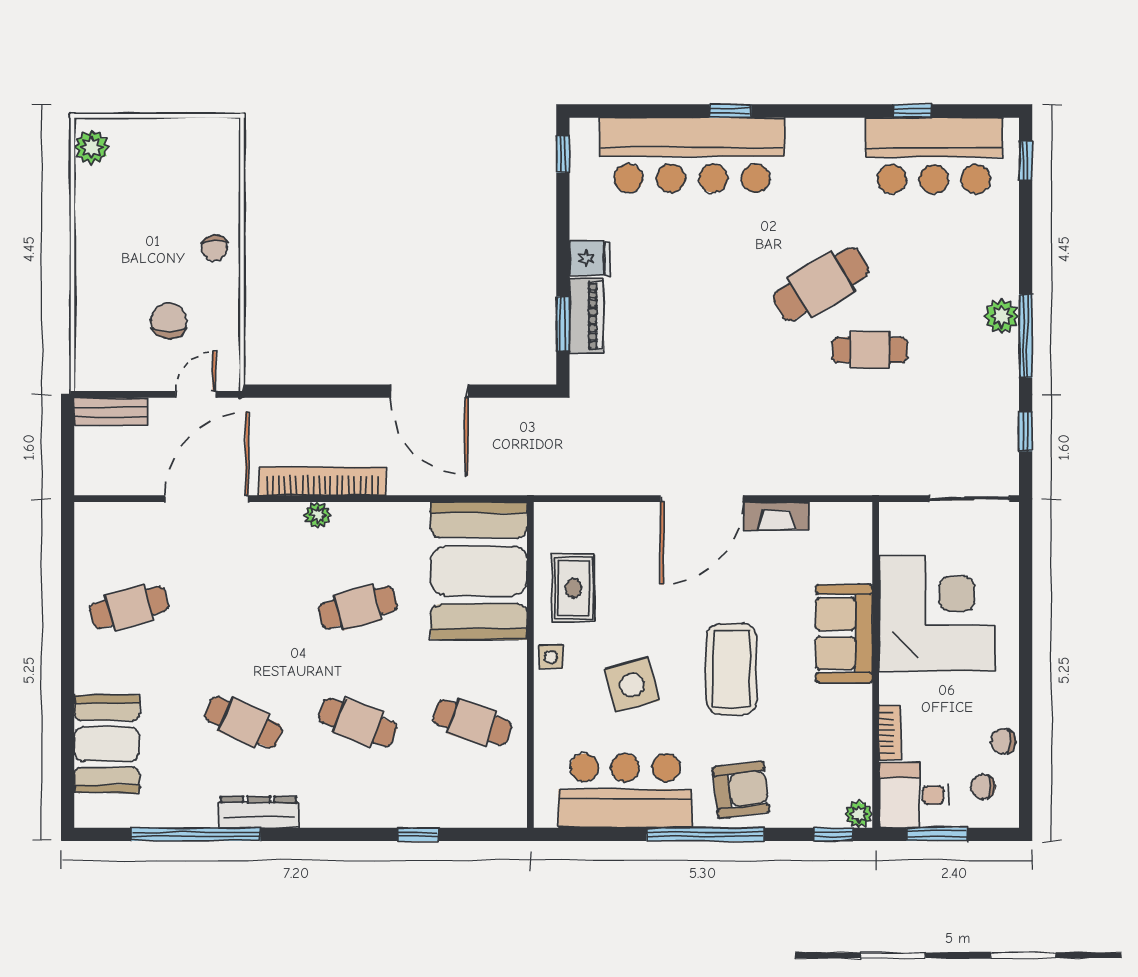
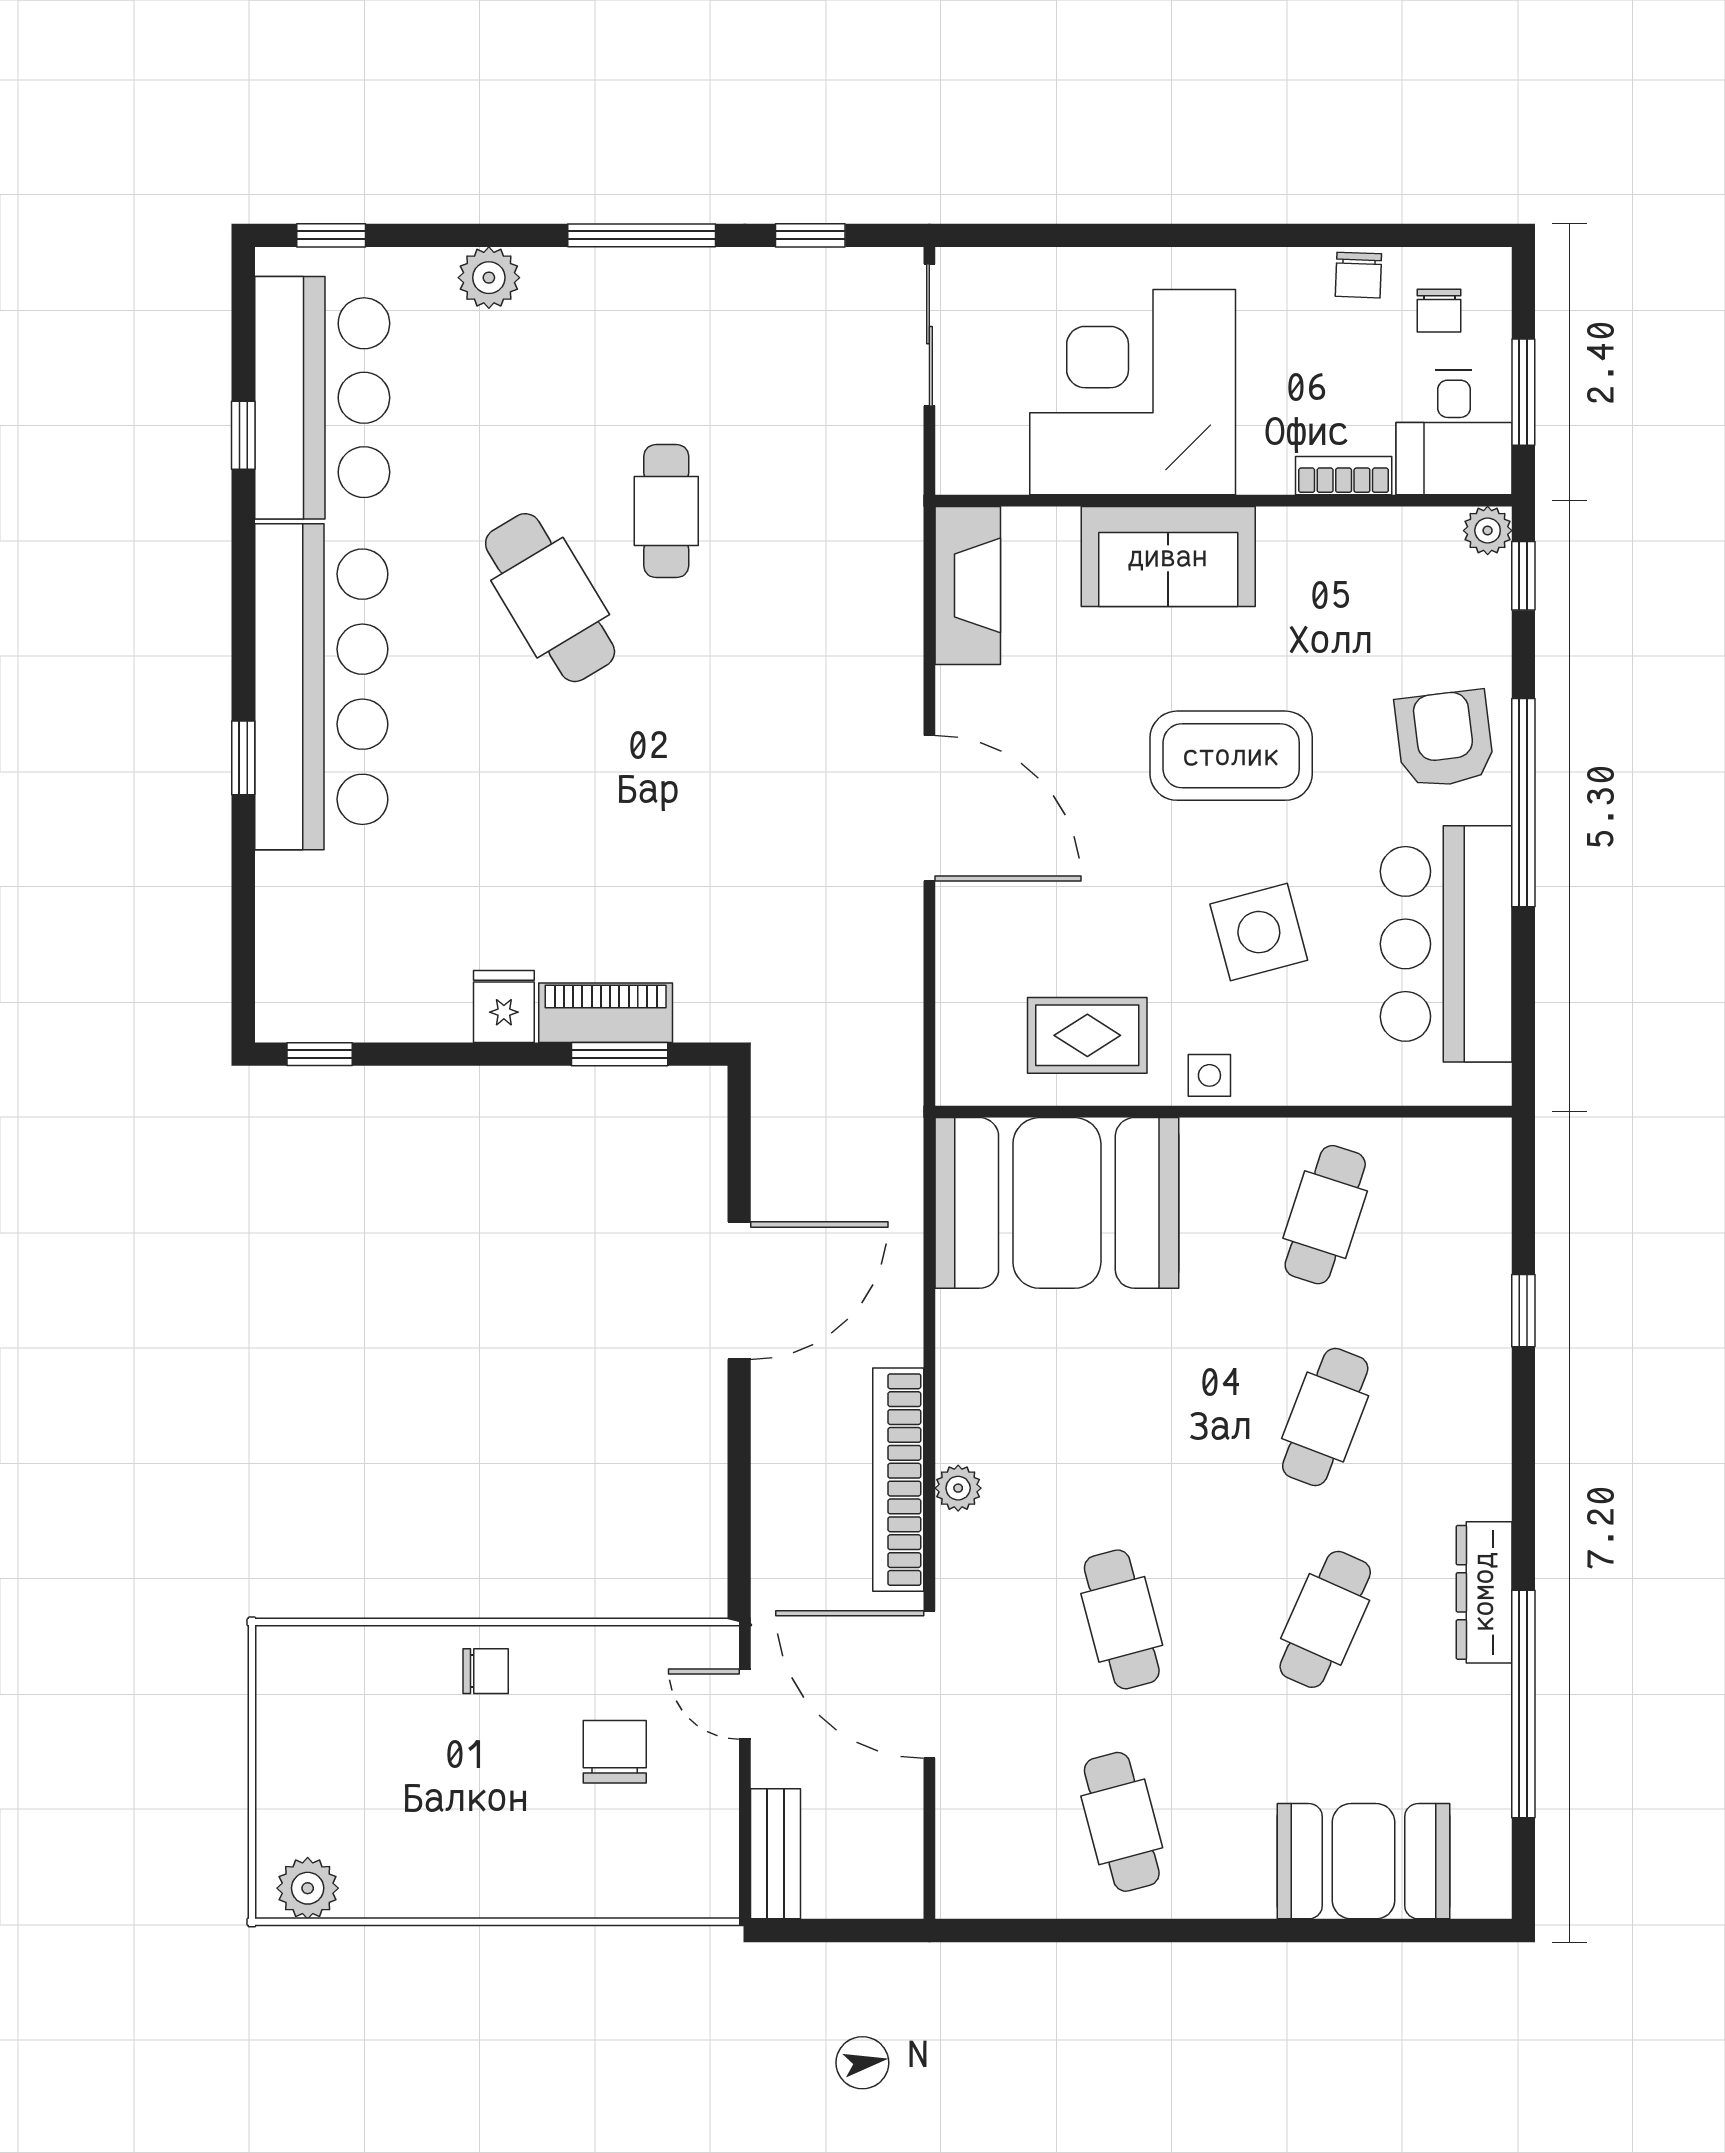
bar counter: (692, 155) -> (321, 687), moved
plant: (1002, 316) -> (489, 278), moved
chair: (169, 321) -> (615, 1752), turned 90
fireplace: (777, 516) -> (968, 585), moved, width x1.37, depth x1.32
cafe table: (358, 607) -> (1122, 1619), moved

